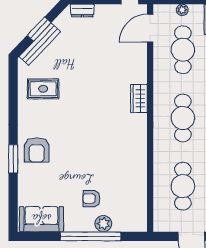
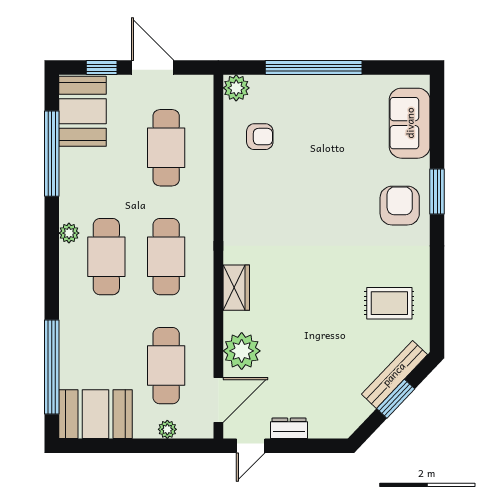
dresser: (82, 11) -> (289, 428), moved
plant: (136, 59) -> (242, 351), added
armchair: (91, 199) -> (260, 137), moved
sofa: (41, 219) -> (410, 123), moved, turned 90
plant: (103, 224) -> (236, 88), moved

